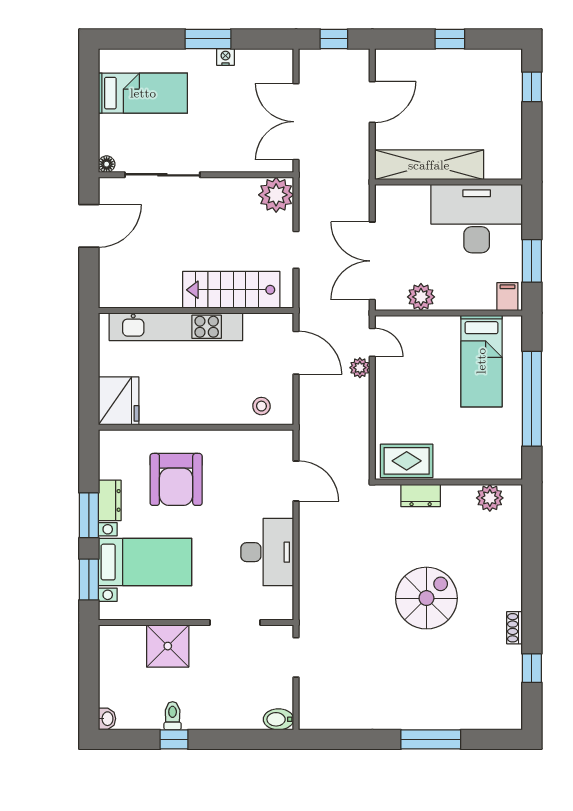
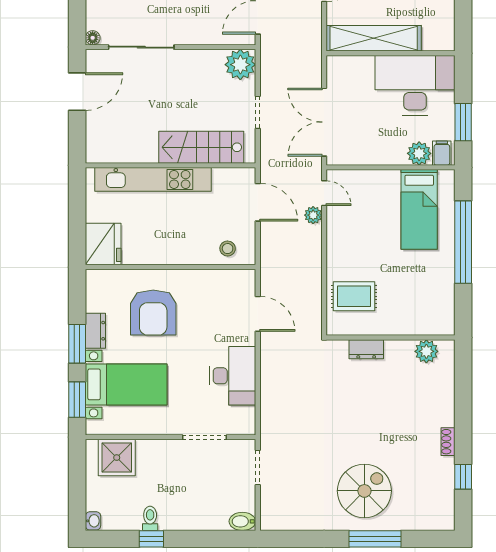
plant: (421, 297) -> (419, 153), moved
wall: (449, 482) -> (390, 338), moved
dresser: (421, 496) -> (366, 349), moved
plant: (490, 498) -> (426, 351), moved
spiral stairs: (426, 598) -> (364, 491), moved
shower: (168, 646) -> (117, 458), moved

